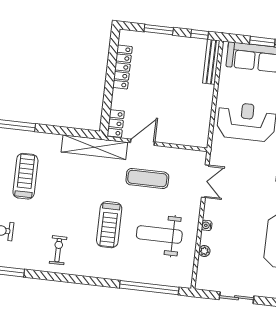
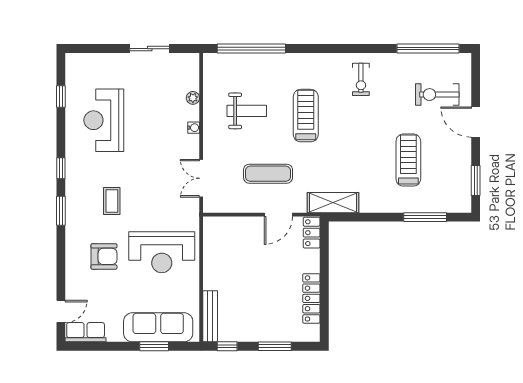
shelving: (94, 147) -> (333, 203), width x0.68
treadmill: (25, 176) -> (408, 160), turned 180
weight bench: (159, 235) -> (247, 111), width x0.73, depth x0.75

